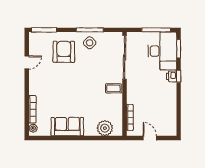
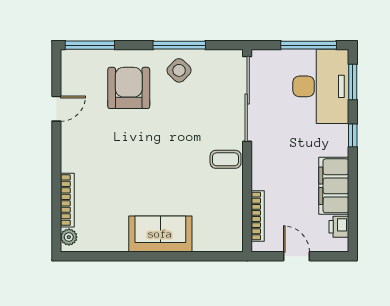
printer: (172, 76) -> (339, 227), moved
filing cabinet: (169, 102) -> (334, 186), added
sofa: (67, 127) -> (160, 234), moved
plant: (105, 128) -> (209, 237), removed

